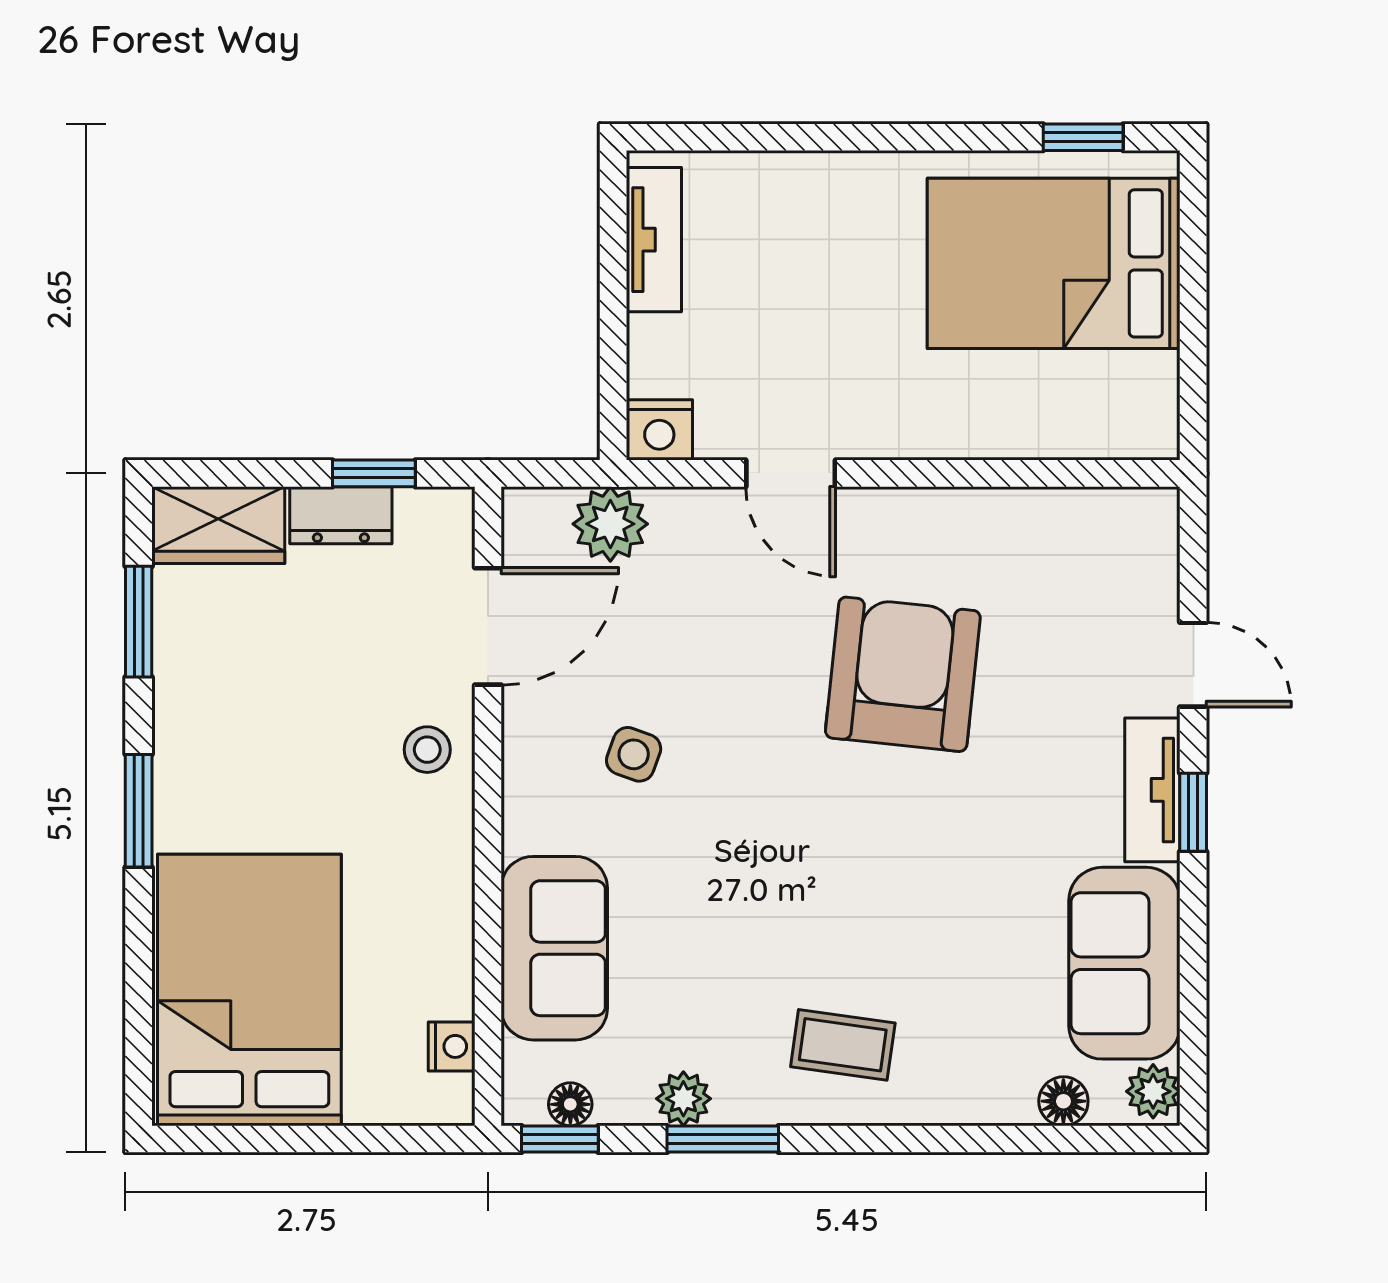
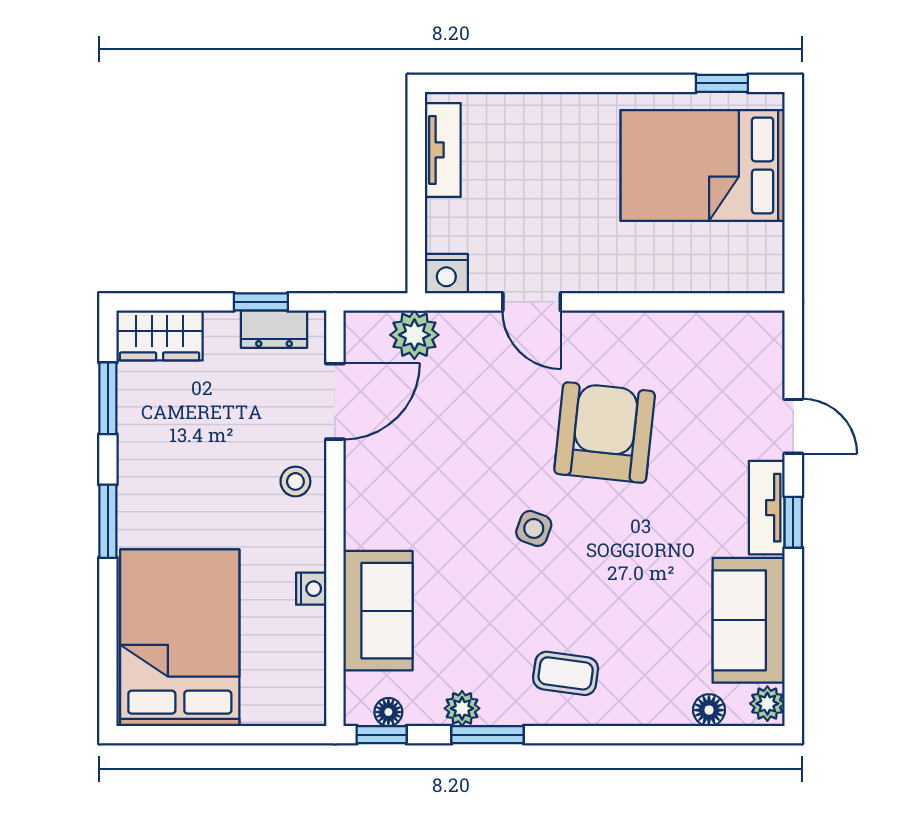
dresser: (341, 515) -> (274, 329), moved
side table: (634, 754) -> (534, 528), moved
nightstand: (452, 1046) -> (311, 589), moved

